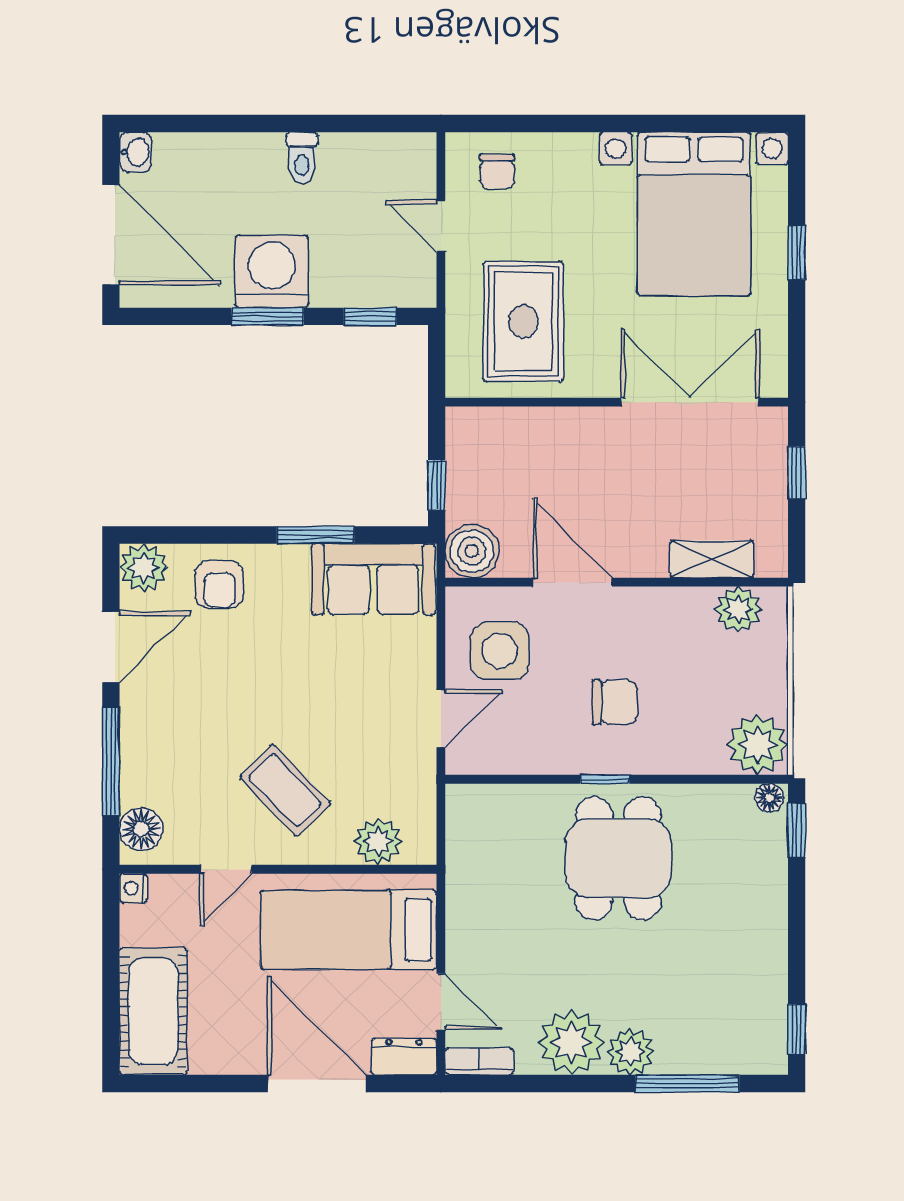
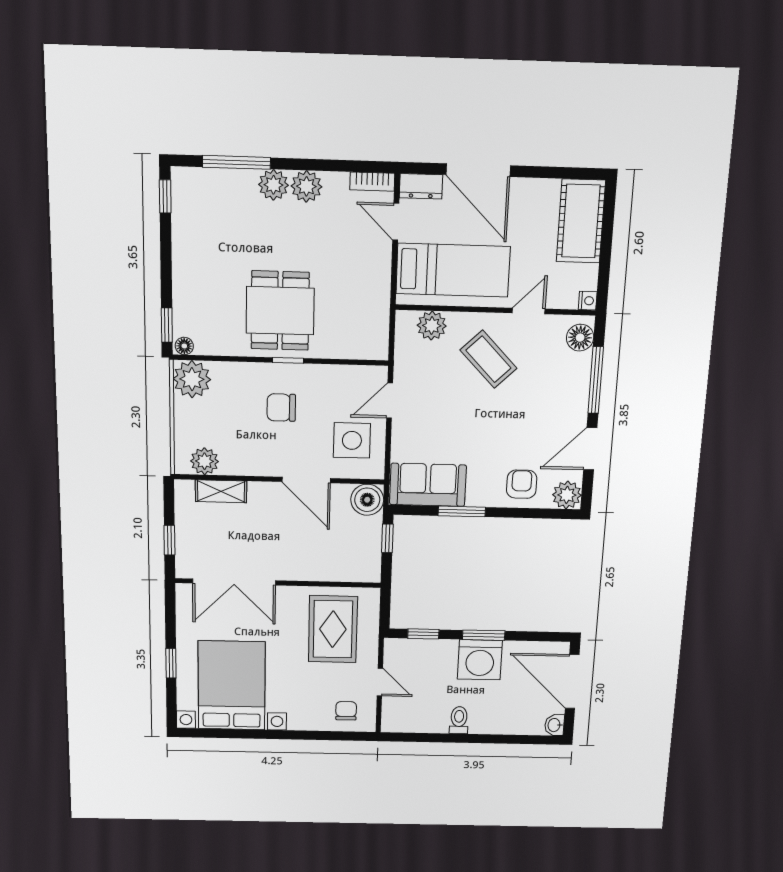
plant: (571, 1042) -> (306, 186), width x0.73, depth x0.73

